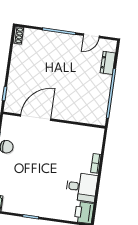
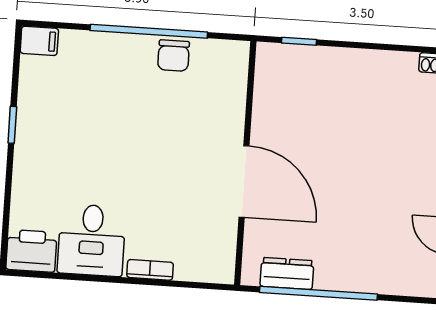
dresser: (108, 63) -> (287, 273), moved
door: (36, 117) -> (244, 181), moved

